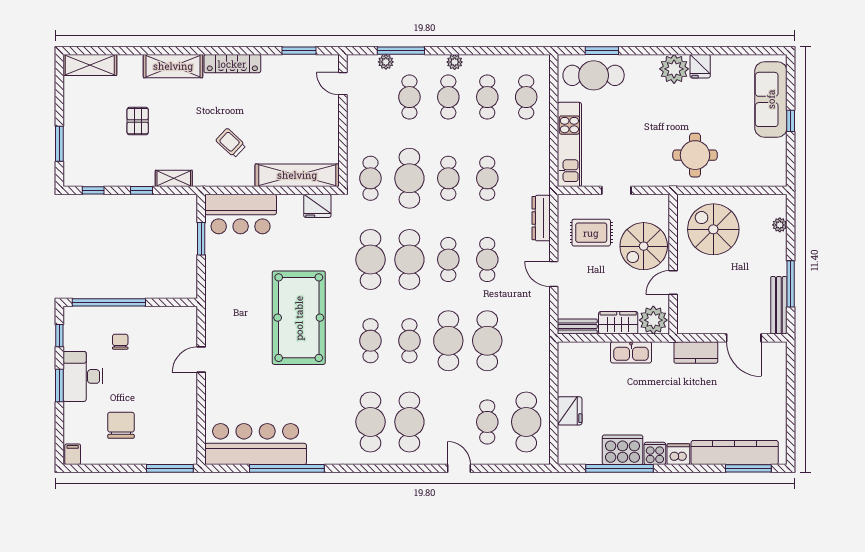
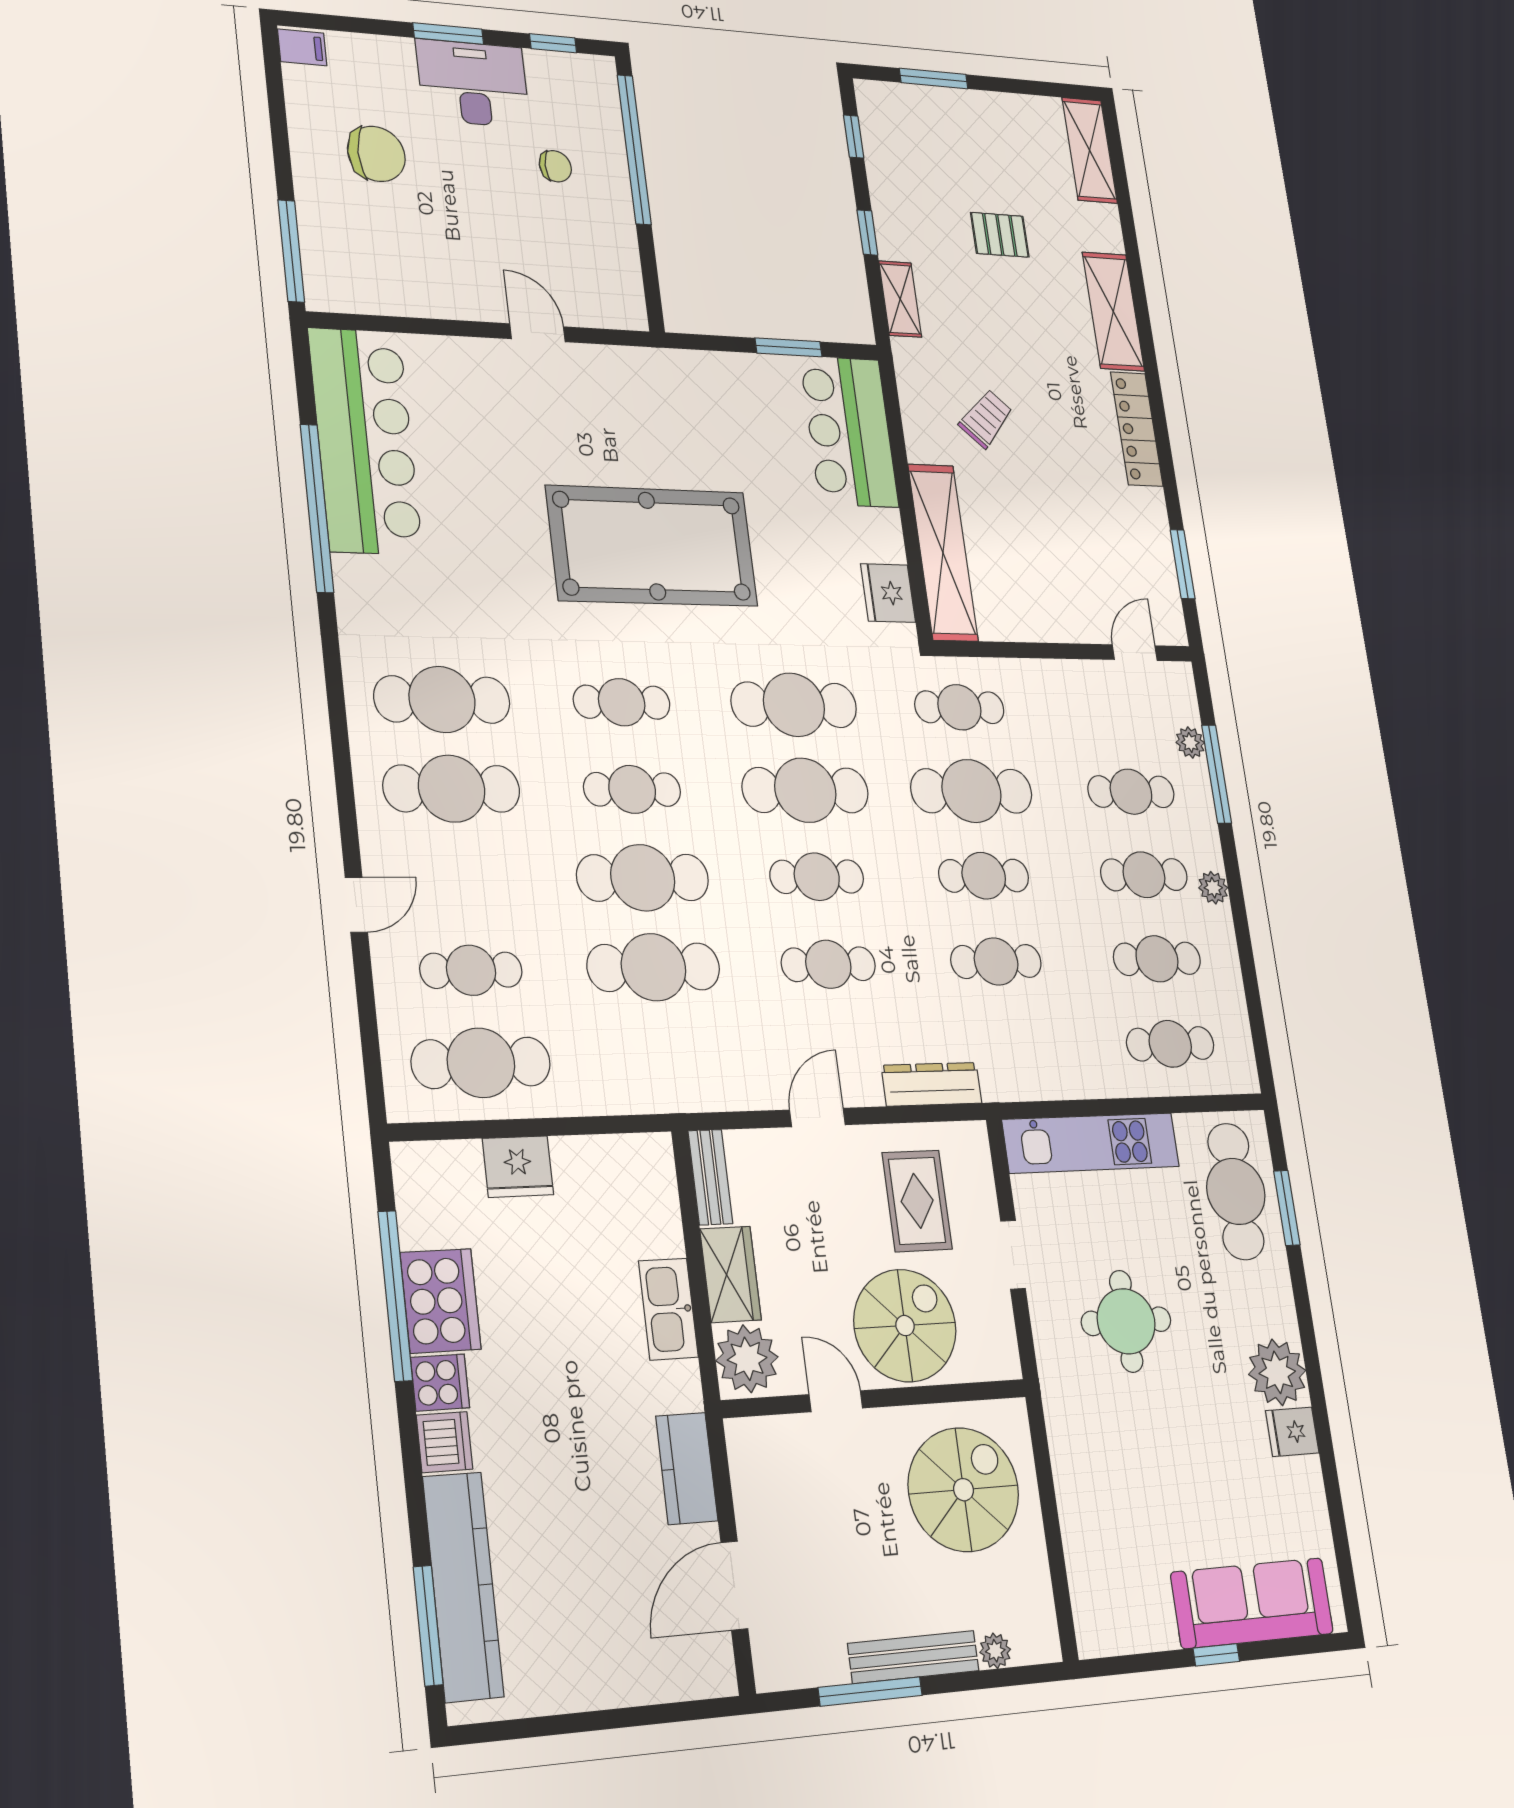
round table: (695, 155) -> (1126, 1321), moved
spiral stairs: (644, 246) -> (905, 1326), turned 90
bench: (779, 305) -> (914, 1657), moved

